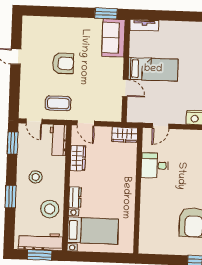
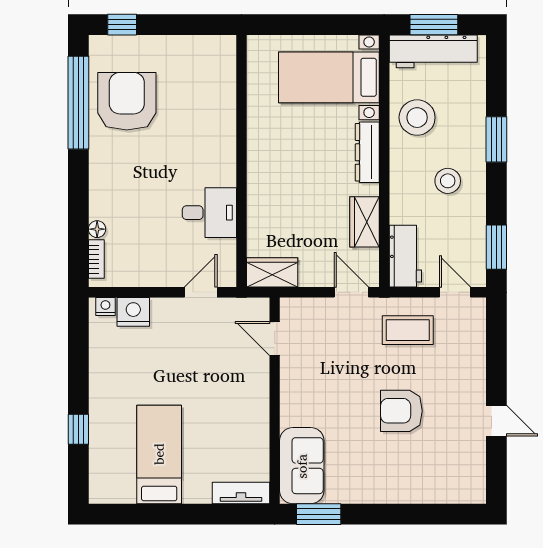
bed: (153, 69) -> (159, 454), moved, turned 90
door: (125, 88) -> (275, 338), moved
dresser: (75, 197) -> (367, 152), width x1.44

